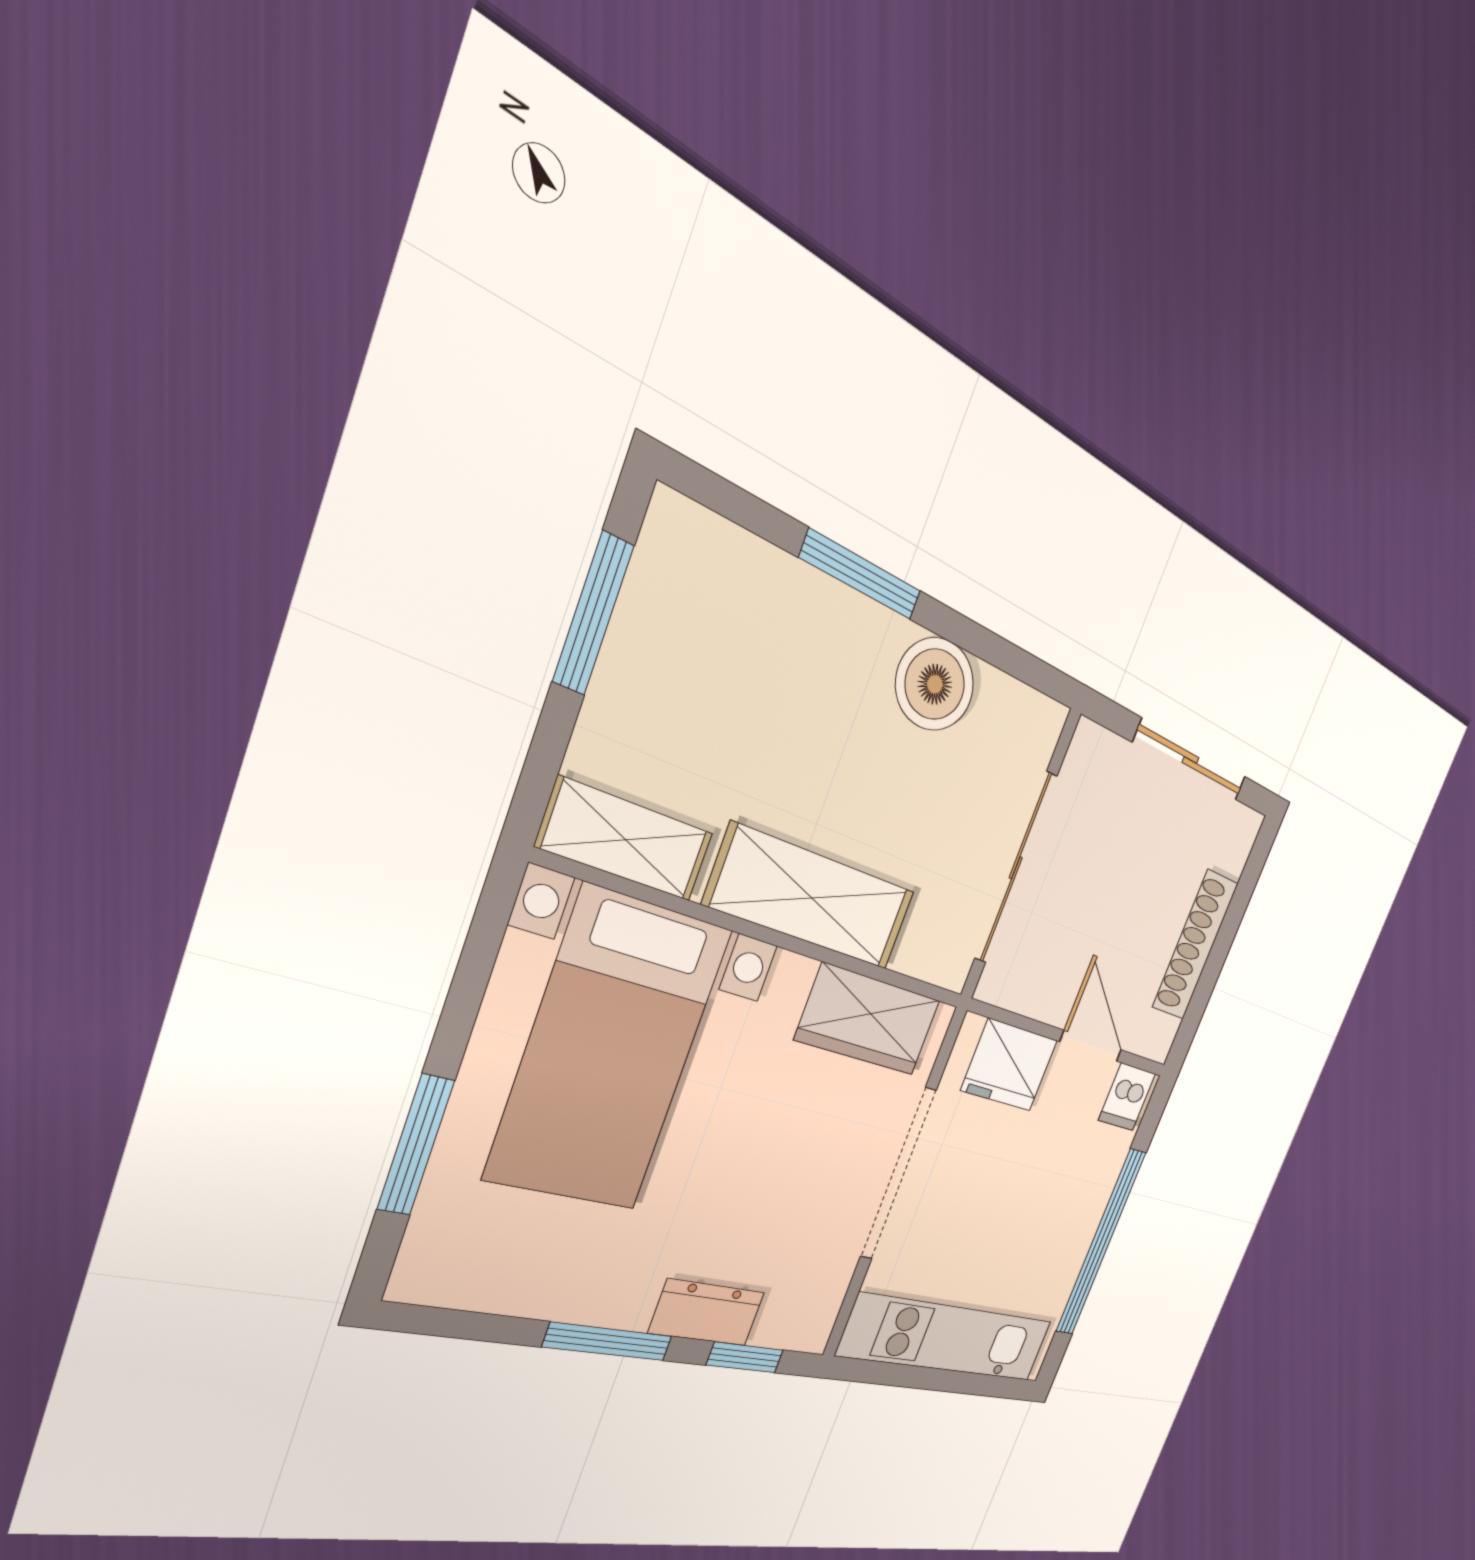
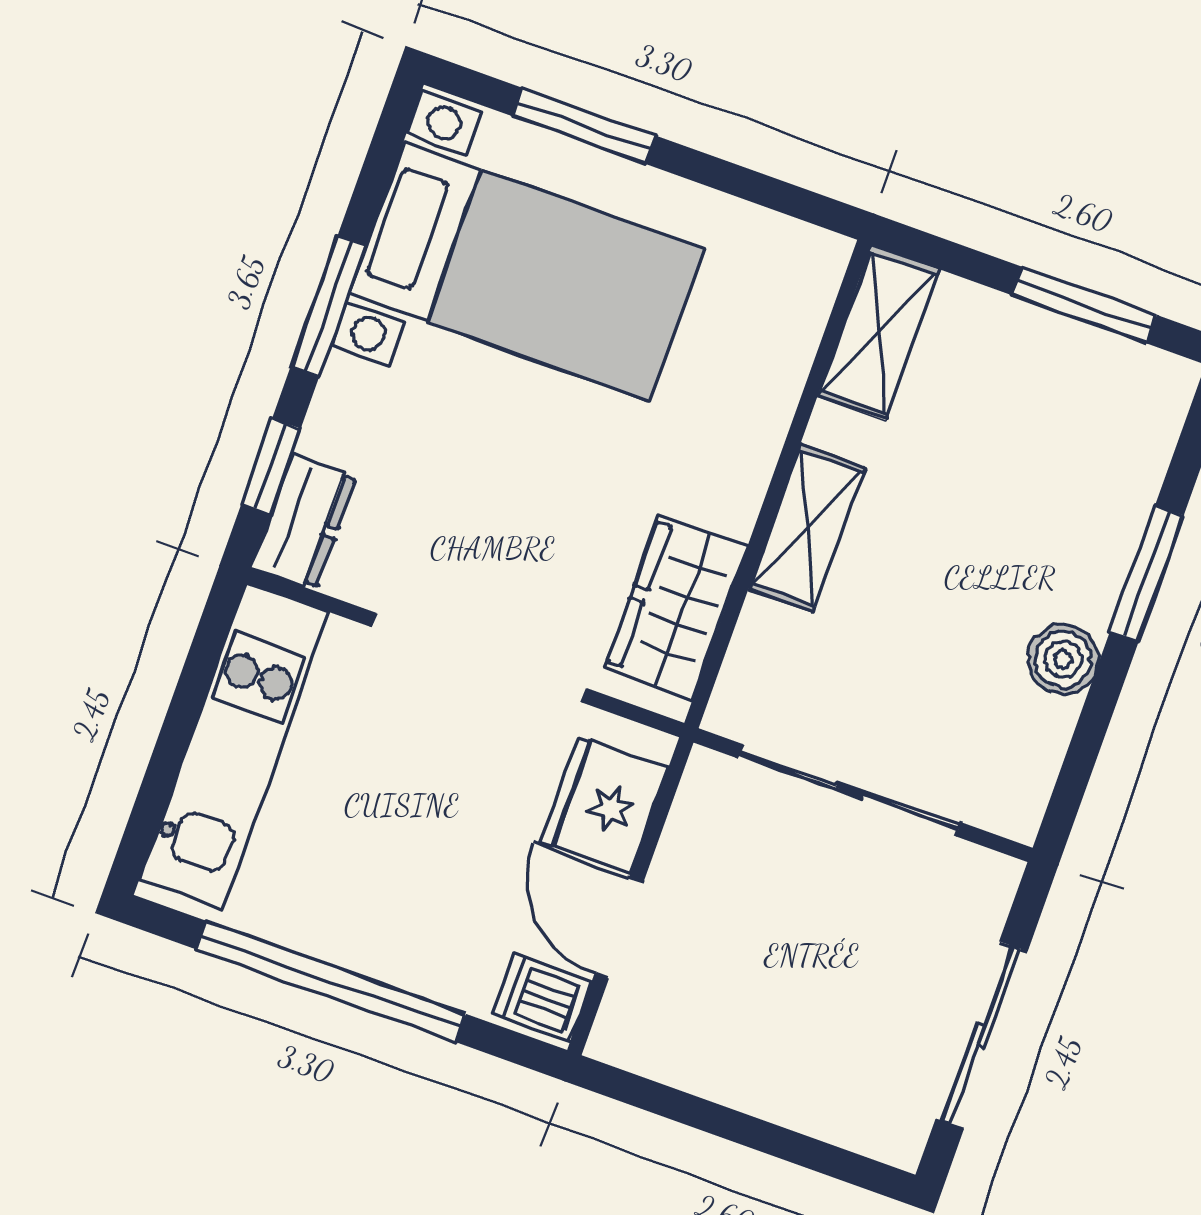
boiler: (935, 684) -> (1063, 659), width x0.73, depth x0.73
shelving: (812, 898) -> (807, 528), width x0.67, depth x0.75
shoe rack: (1195, 945) -> (745, 1082), removed
door: (1091, 1046) -> (619, 928), swing flipped
bed with nightstands: (609, 1053) -> (526, 271), moved, turned 180
dresser: (707, 1313) -> (304, 522), moved

